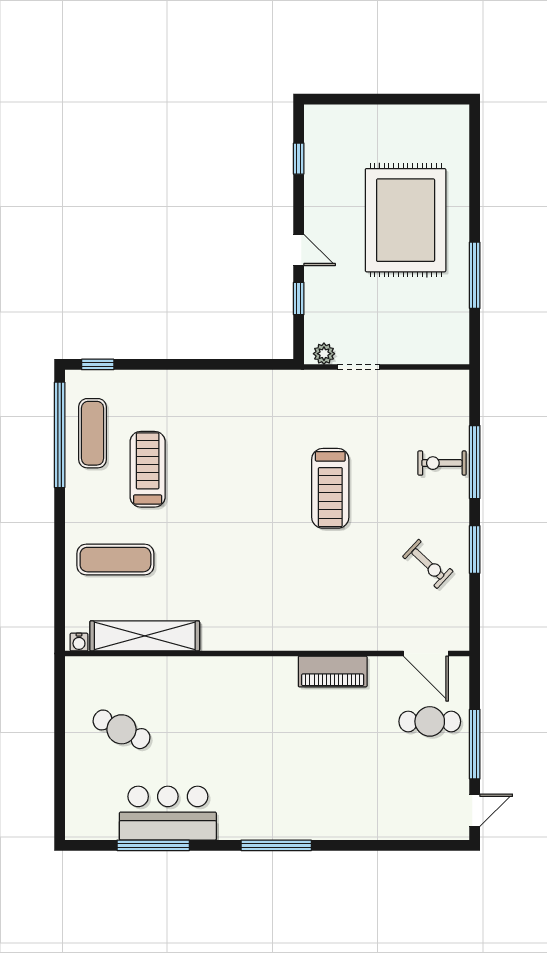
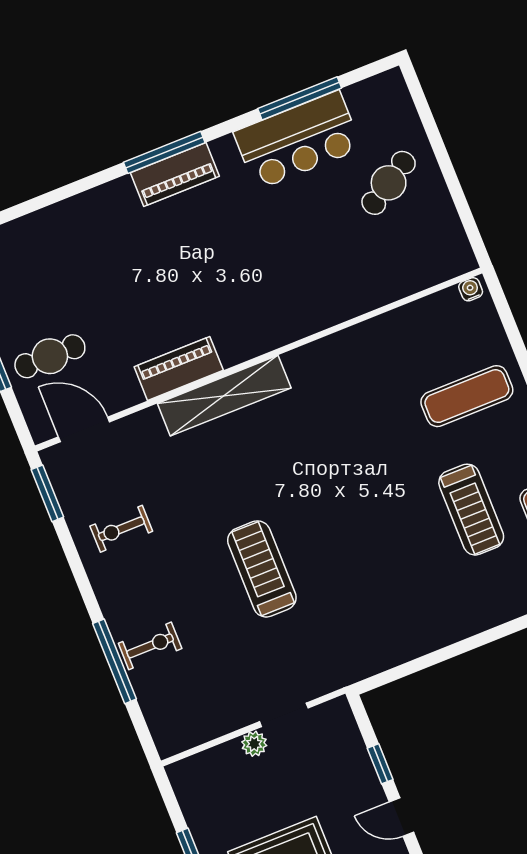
plant: (324, 354) -> (254, 744), moved
window: (475, 550) -> (47, 493), moved
exercise bike: (428, 564) -> (121, 529), turned -43
shelving: (145, 636) -> (224, 396), moved
cafe table: (122, 729) -> (389, 183), moved, turned -58
piano: (275, 825) -> (175, 175), added

